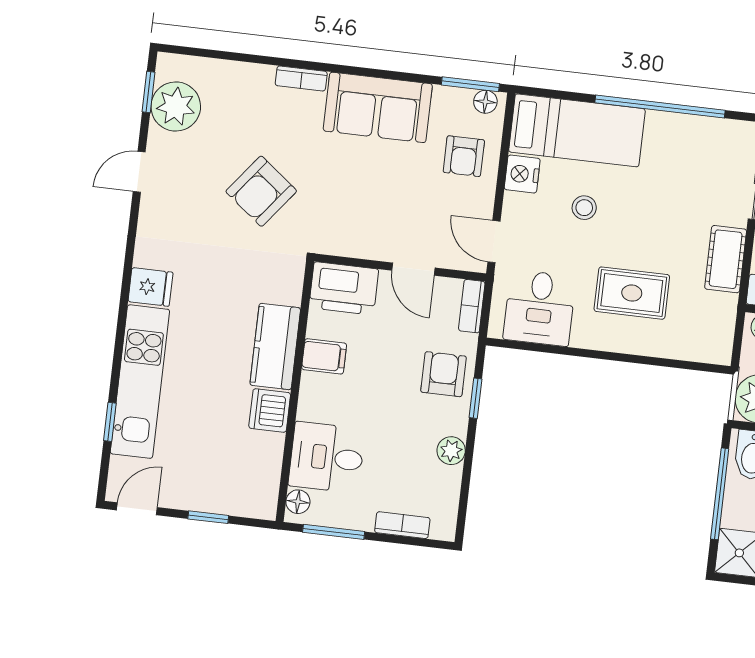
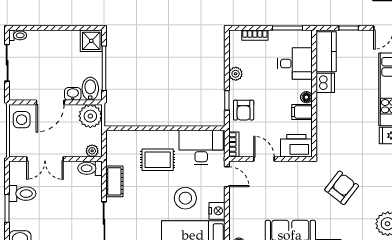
armchair: (464, 156) -> (246, 216), removed
stool: (584, 208) -> (185, 198), width x1.89, depth x1.89
desk: (540, 308) -> (201, 147), width x1.37
kitchen counter: (275, 346) -> (326, 52), moved
floor lamp: (298, 502) -> (306, 97), moved

